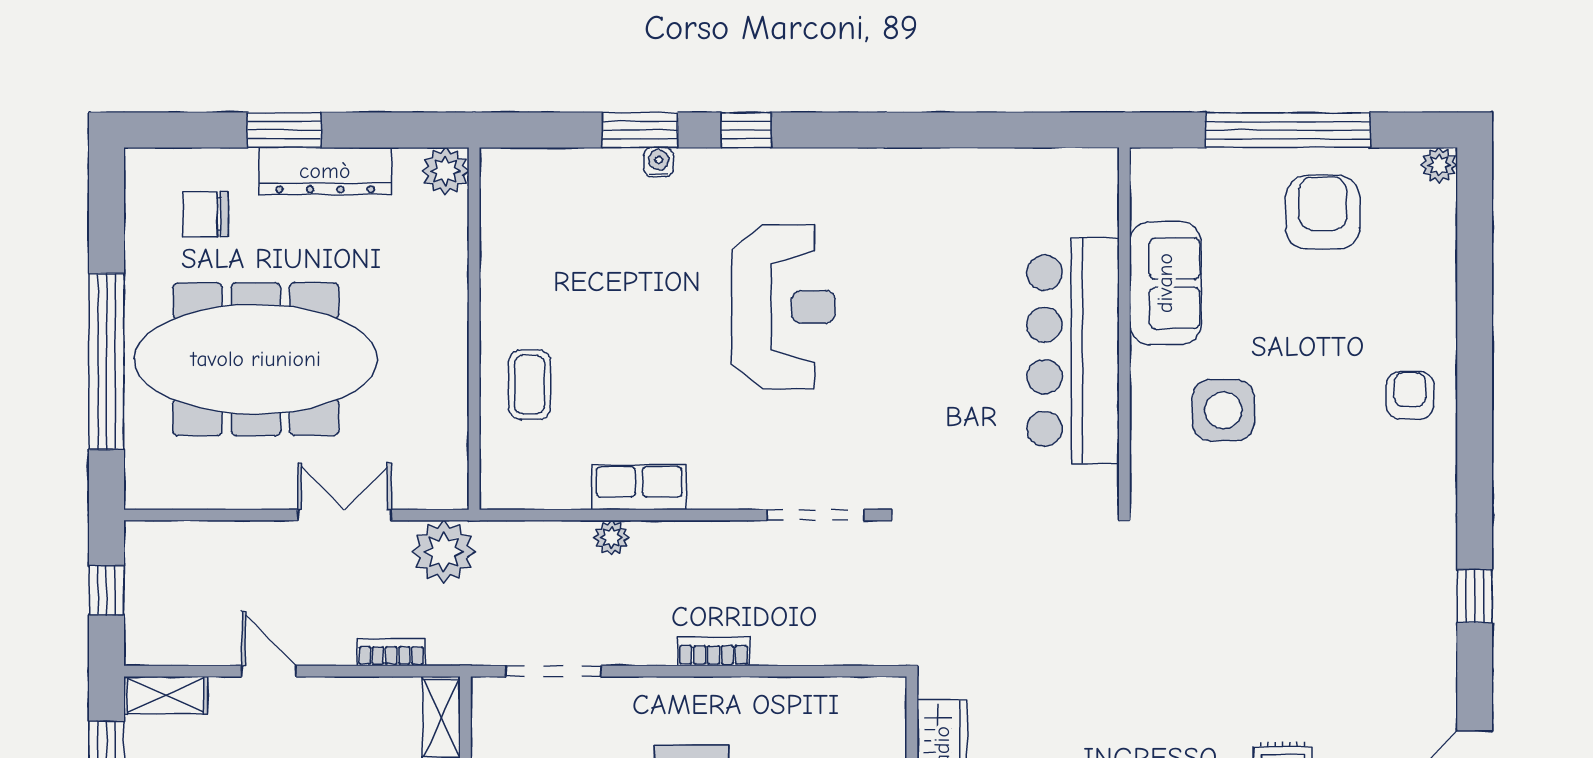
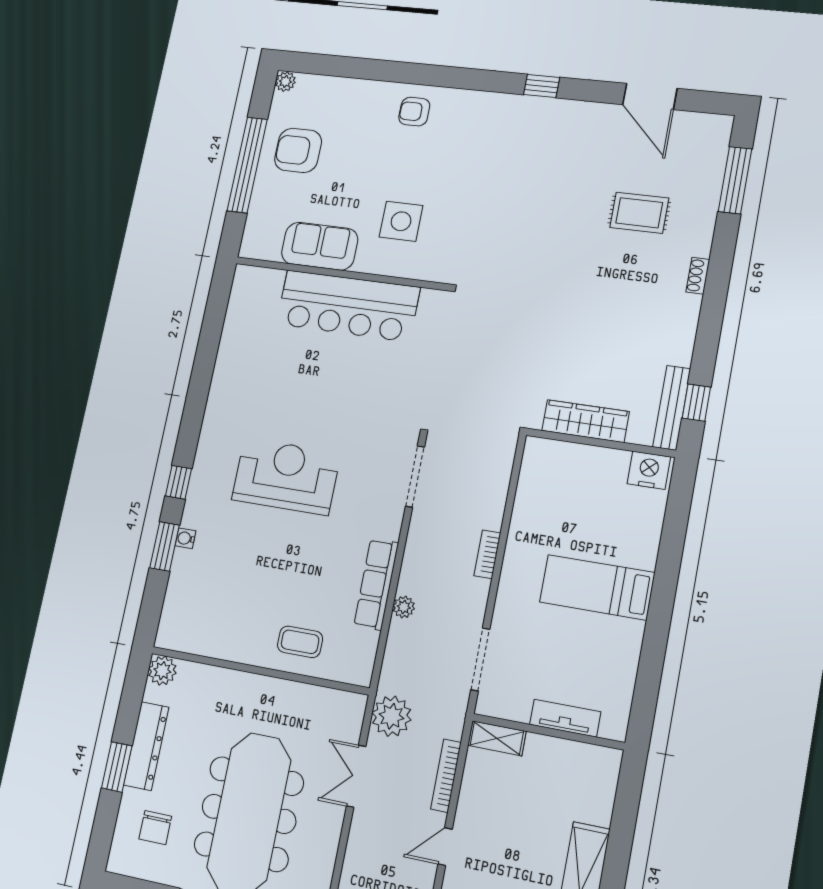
row of seats: (639, 487) -> (376, 584), width x1.48
bookcase: (391, 652) -> (446, 776), width x1.56

